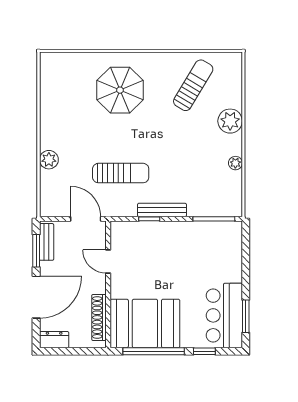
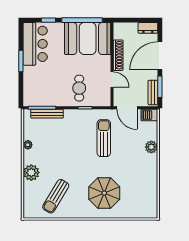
sun lounger: (121, 173) -> (104, 138), turned 90
barbecue: (52, 208) -> (149, 115), added
bench: (162, 210) -> (47, 114), moved
cafe table: (158, 249) -> (79, 88), added
window: (246, 316) -> (21, 61), moved
shoe rack: (99, 317) -> (118, 55), moved

